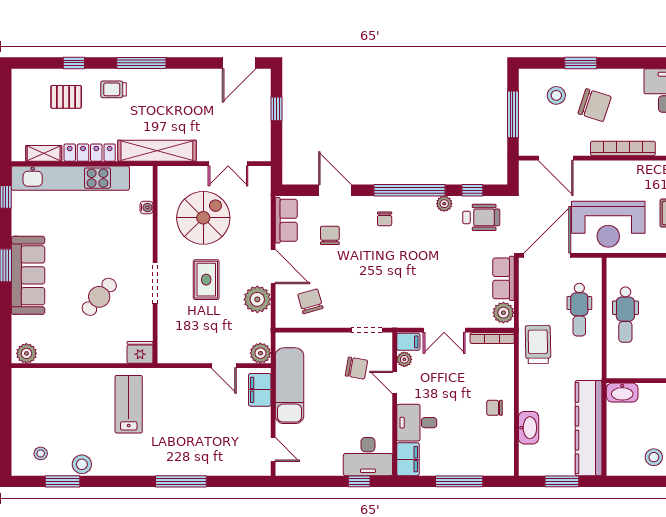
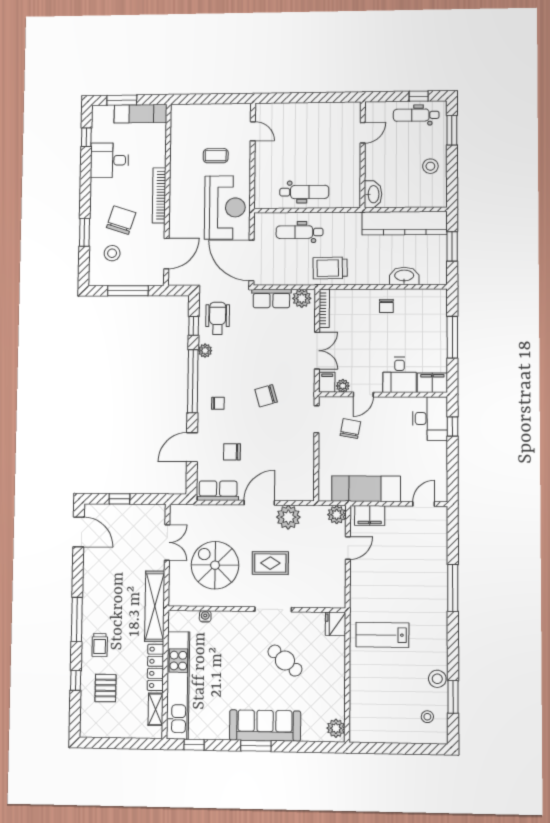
chair: (310, 301) -> (266, 396), moved
dental chair: (579, 310) -> (300, 232), turned 180

